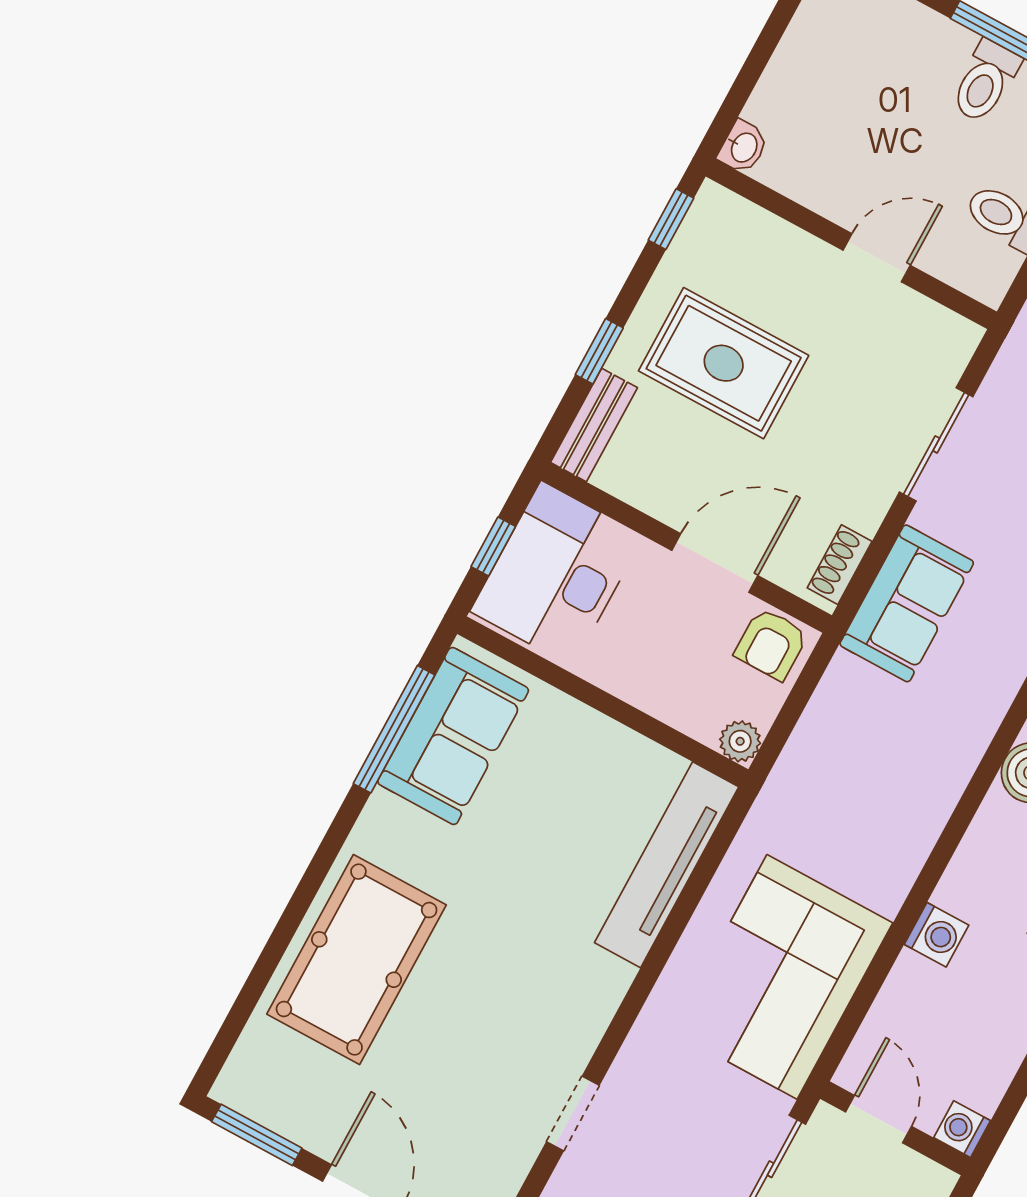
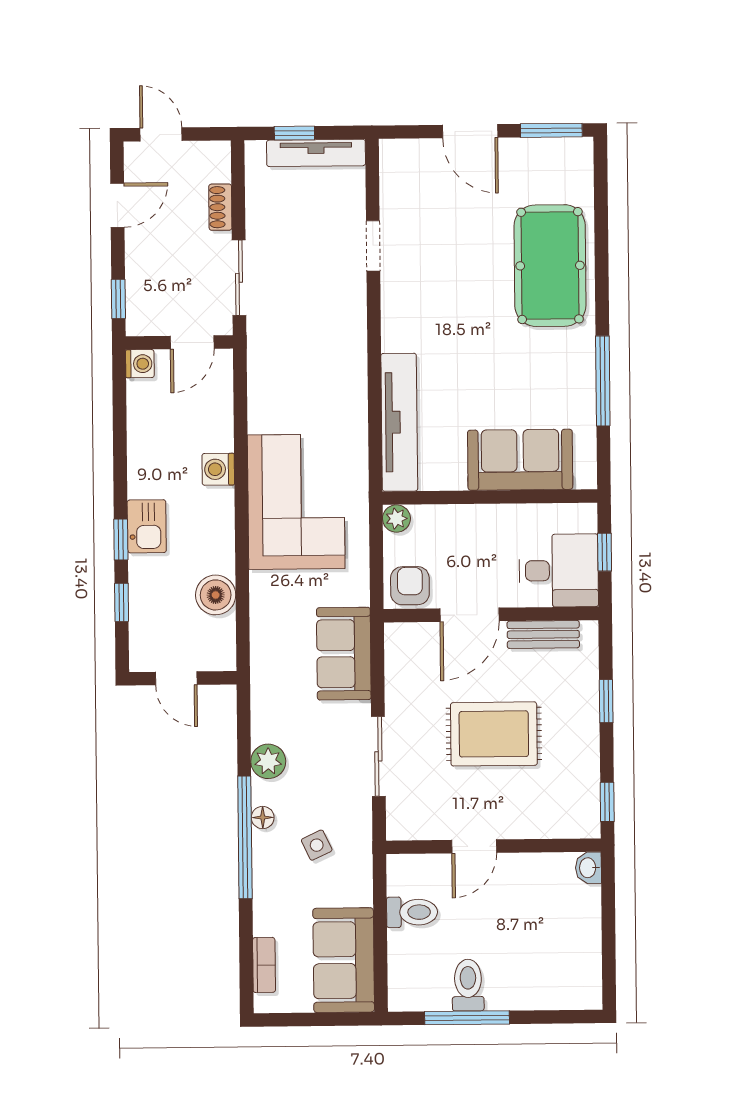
rug: (724, 363) -> (494, 734), moved
bench: (594, 425) -> (543, 634), moved, turned 90
shoe rack: (840, 565) -> (396, 654), removed
desk: (557, 574) -> (559, 571), width x0.73
window: (394, 729) -> (603, 381), moved
sofa: (453, 736) -> (520, 460), moved, turned 90
corner sofa: (782, 977) -> (296, 502), moved
door: (879, 1119) -> (192, 342), hinge flipped

